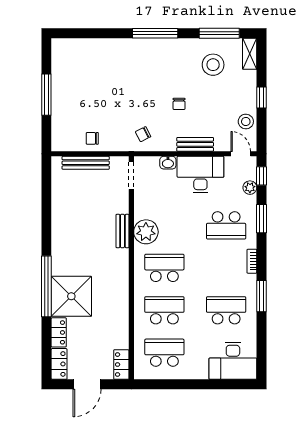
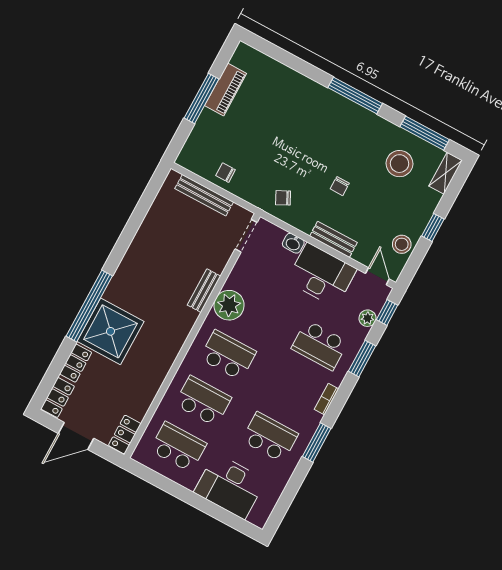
piano: (60, 79) -> (226, 89), added
desk: (233, 361) -> (230, 486), moved

